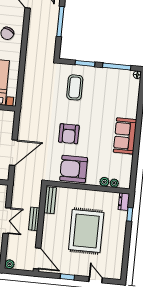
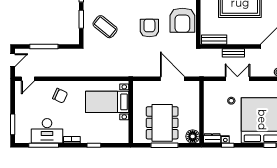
coffee table: (75, 87) -> (105, 27), turned 39
armchair: (69, 134) -> (149, 28), turned -90

